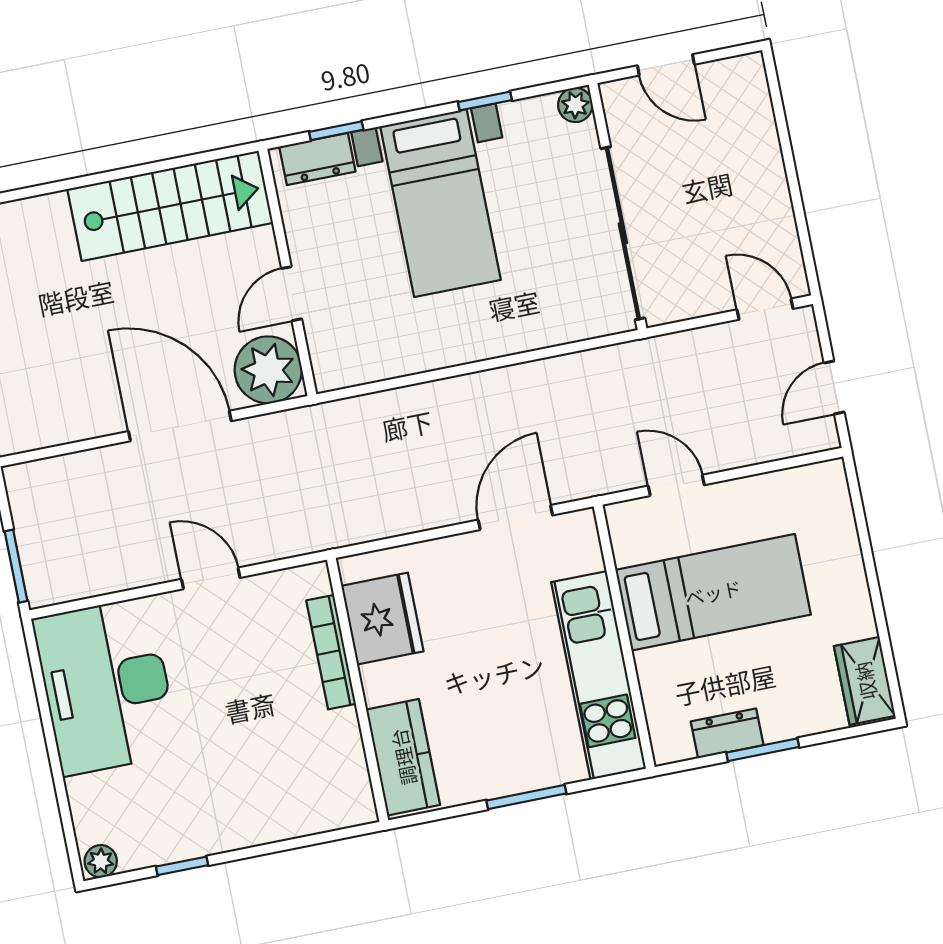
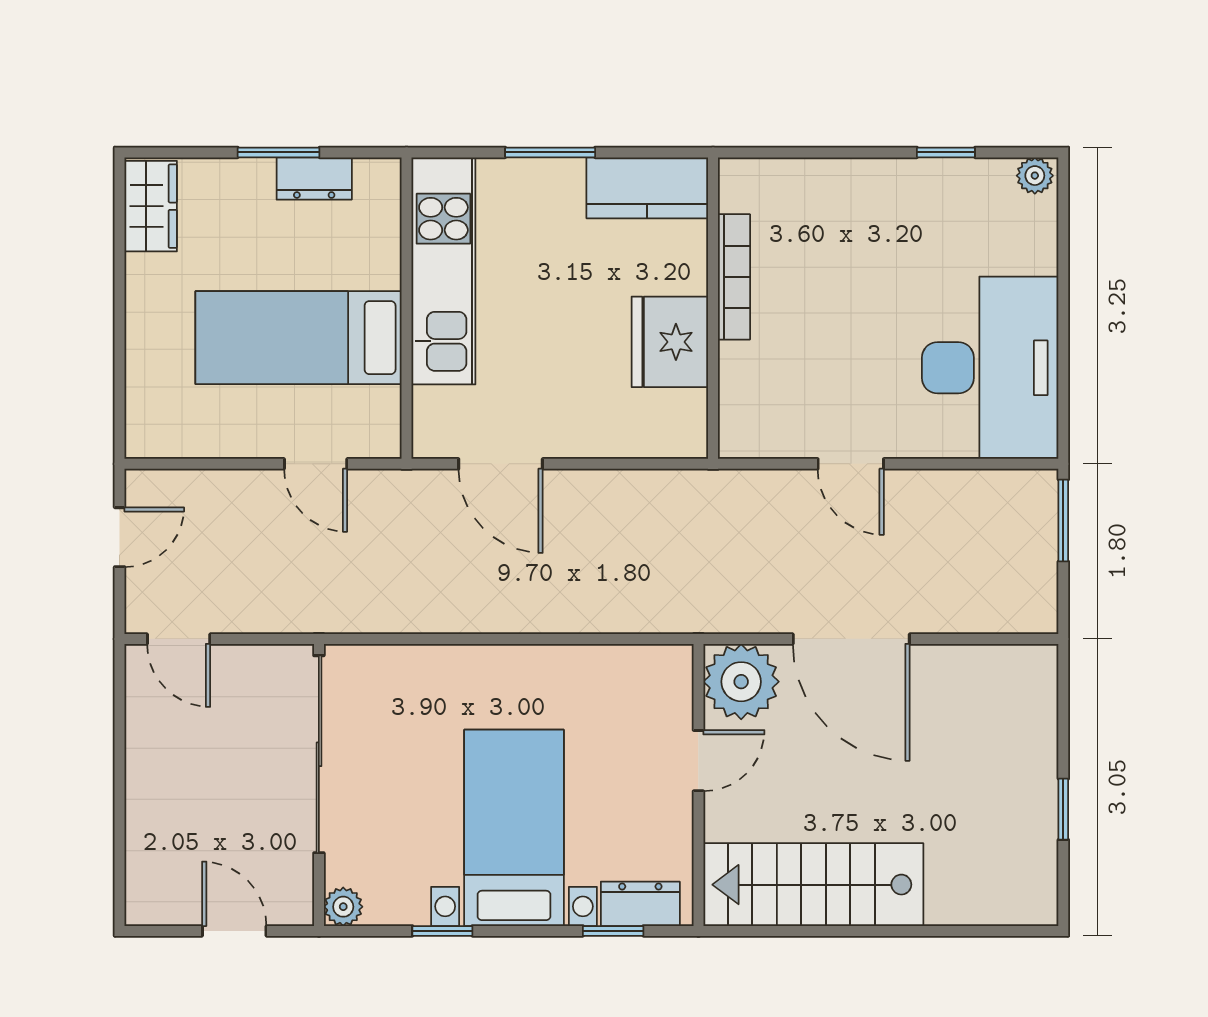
door: (515, 518) -> (501, 464), hinge flipped
fridge: (382, 619) -> (670, 342), moved
bookcase: (331, 652) -> (734, 277), moved
kitchen counter: (403, 757) -> (647, 188), moved, turned -90

